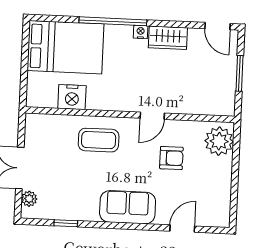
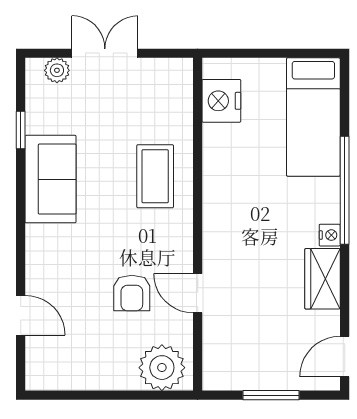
bed: (65, 47) -> (313, 117), width x0.67
nightstand: (72, 97) -> (221, 101), moved
door: (152, 116) -> (198, 293), moved
sofa: (128, 207) -> (51, 179), moved

